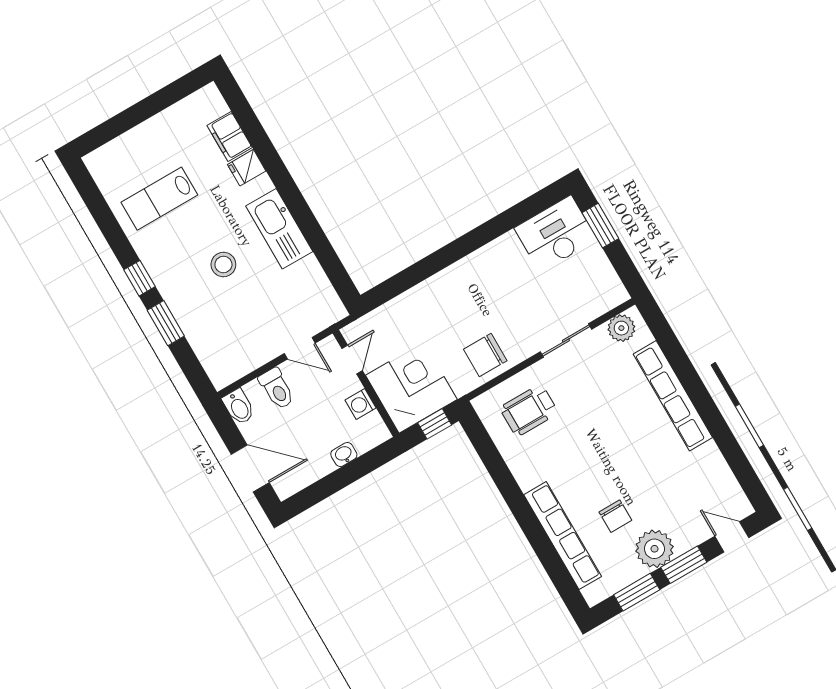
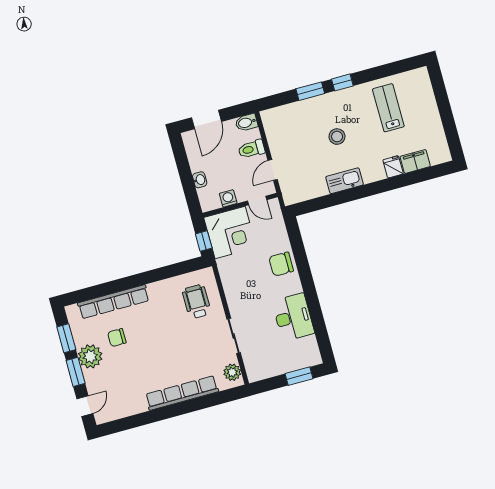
kitchen sink: (279, 229) -> (344, 181), width x0.73, depth x0.81
desk: (556, 234) -> (293, 317), moved
chair: (485, 355) -> (281, 264), moved, turned -90

